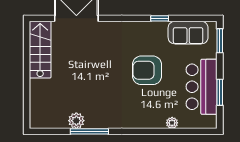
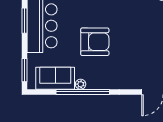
window: (160, 18) -> (83, 92), width x3.17
plant: (162, 26) -> (81, 84), added

